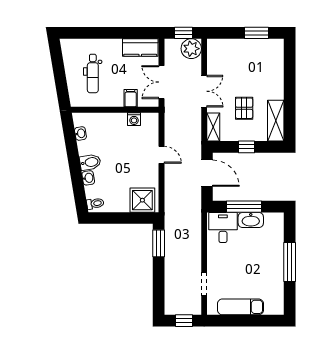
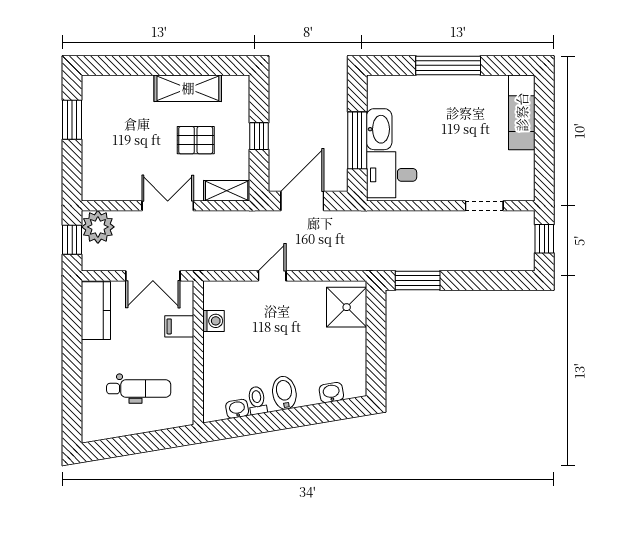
shelving: (276, 121) -> (188, 88), moved
washbasin: (88, 178) -> (331, 393), moved
toilet: (95, 203) -> (257, 400), moved
exam couch: (240, 307) -> (522, 112), moved

